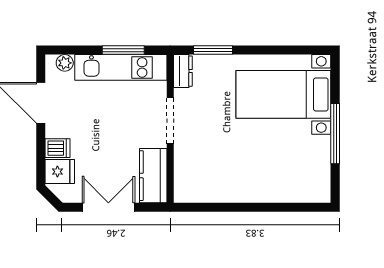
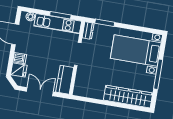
wardrobe: (283, 187) -> (128, 97), added

